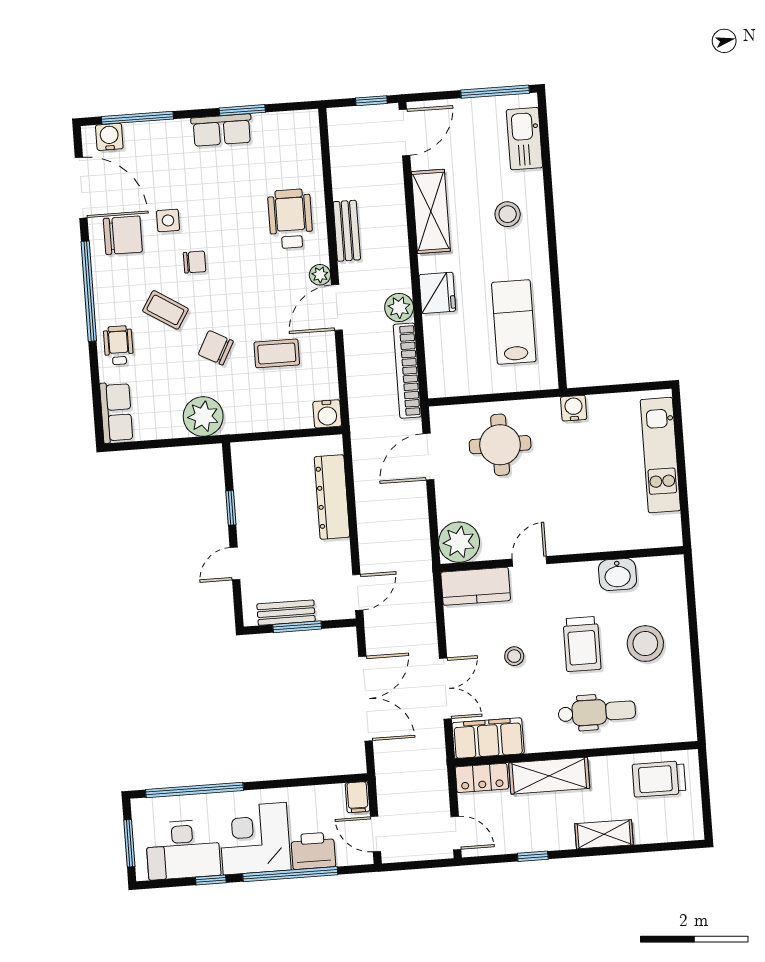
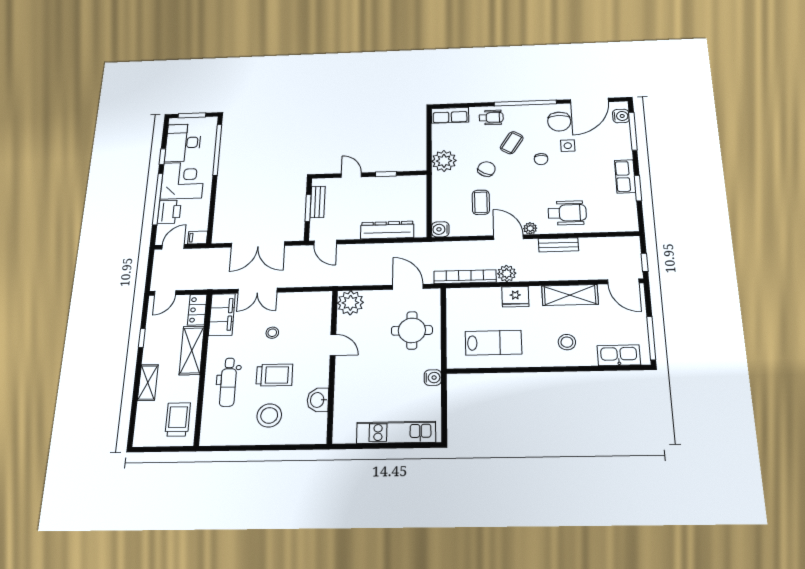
kitchen counter: (476, 586) -> (321, 311), removed
trolley: (582, 644) -> (274, 375), turned 180

